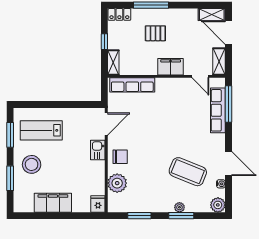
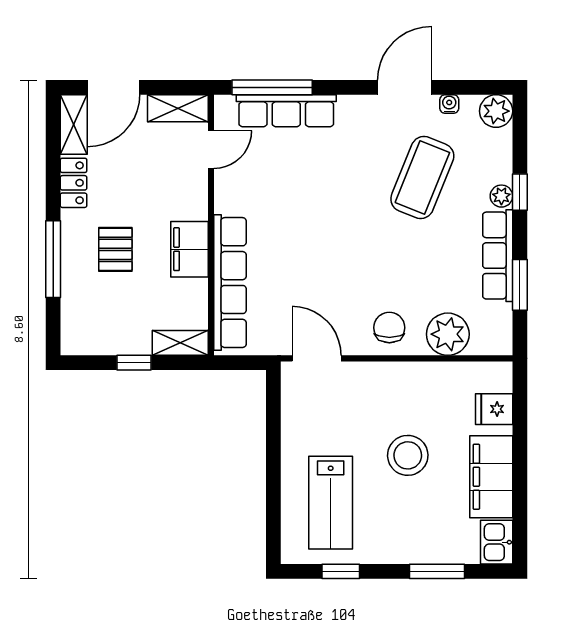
locker: (119, 14) -> (74, 183), moved
filing cabinet: (171, 67) -> (190, 249), moved
row of seats: (132, 85) -> (230, 283), width x1.36
window: (10, 135) -> (341, 571), width x0.67
kitchen sink: (98, 150) -> (497, 542), moved, turned 90
stool: (32, 164) -> (408, 455), moved
fridge: (98, 204) -> (494, 409), moved
row of seats: (153, 206) -> (498, 256), added
window: (181, 216) -> (520, 192), width x0.67

